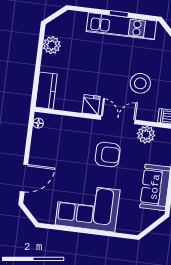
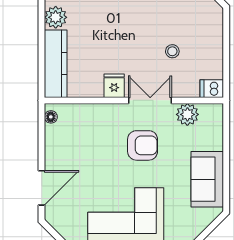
stool: (140, 83) -> (172, 51), width x0.53, depth x0.53
kitchen counter: (46, 91) -> (56, 64), width x1.50

